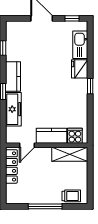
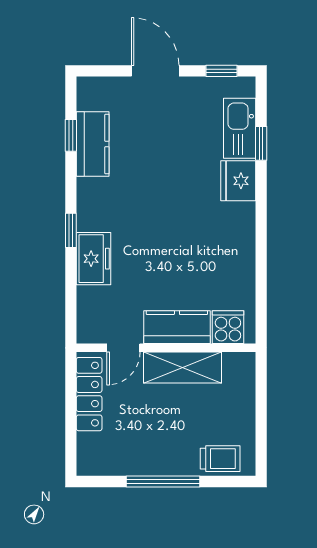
kitchen counter: (13, 77) -> (93, 144), moved
window: (90, 86) -> (261, 143), moved
freezer: (13, 109) -> (93, 259), width x0.71
shelving: (70, 154) -> (182, 367), moved

